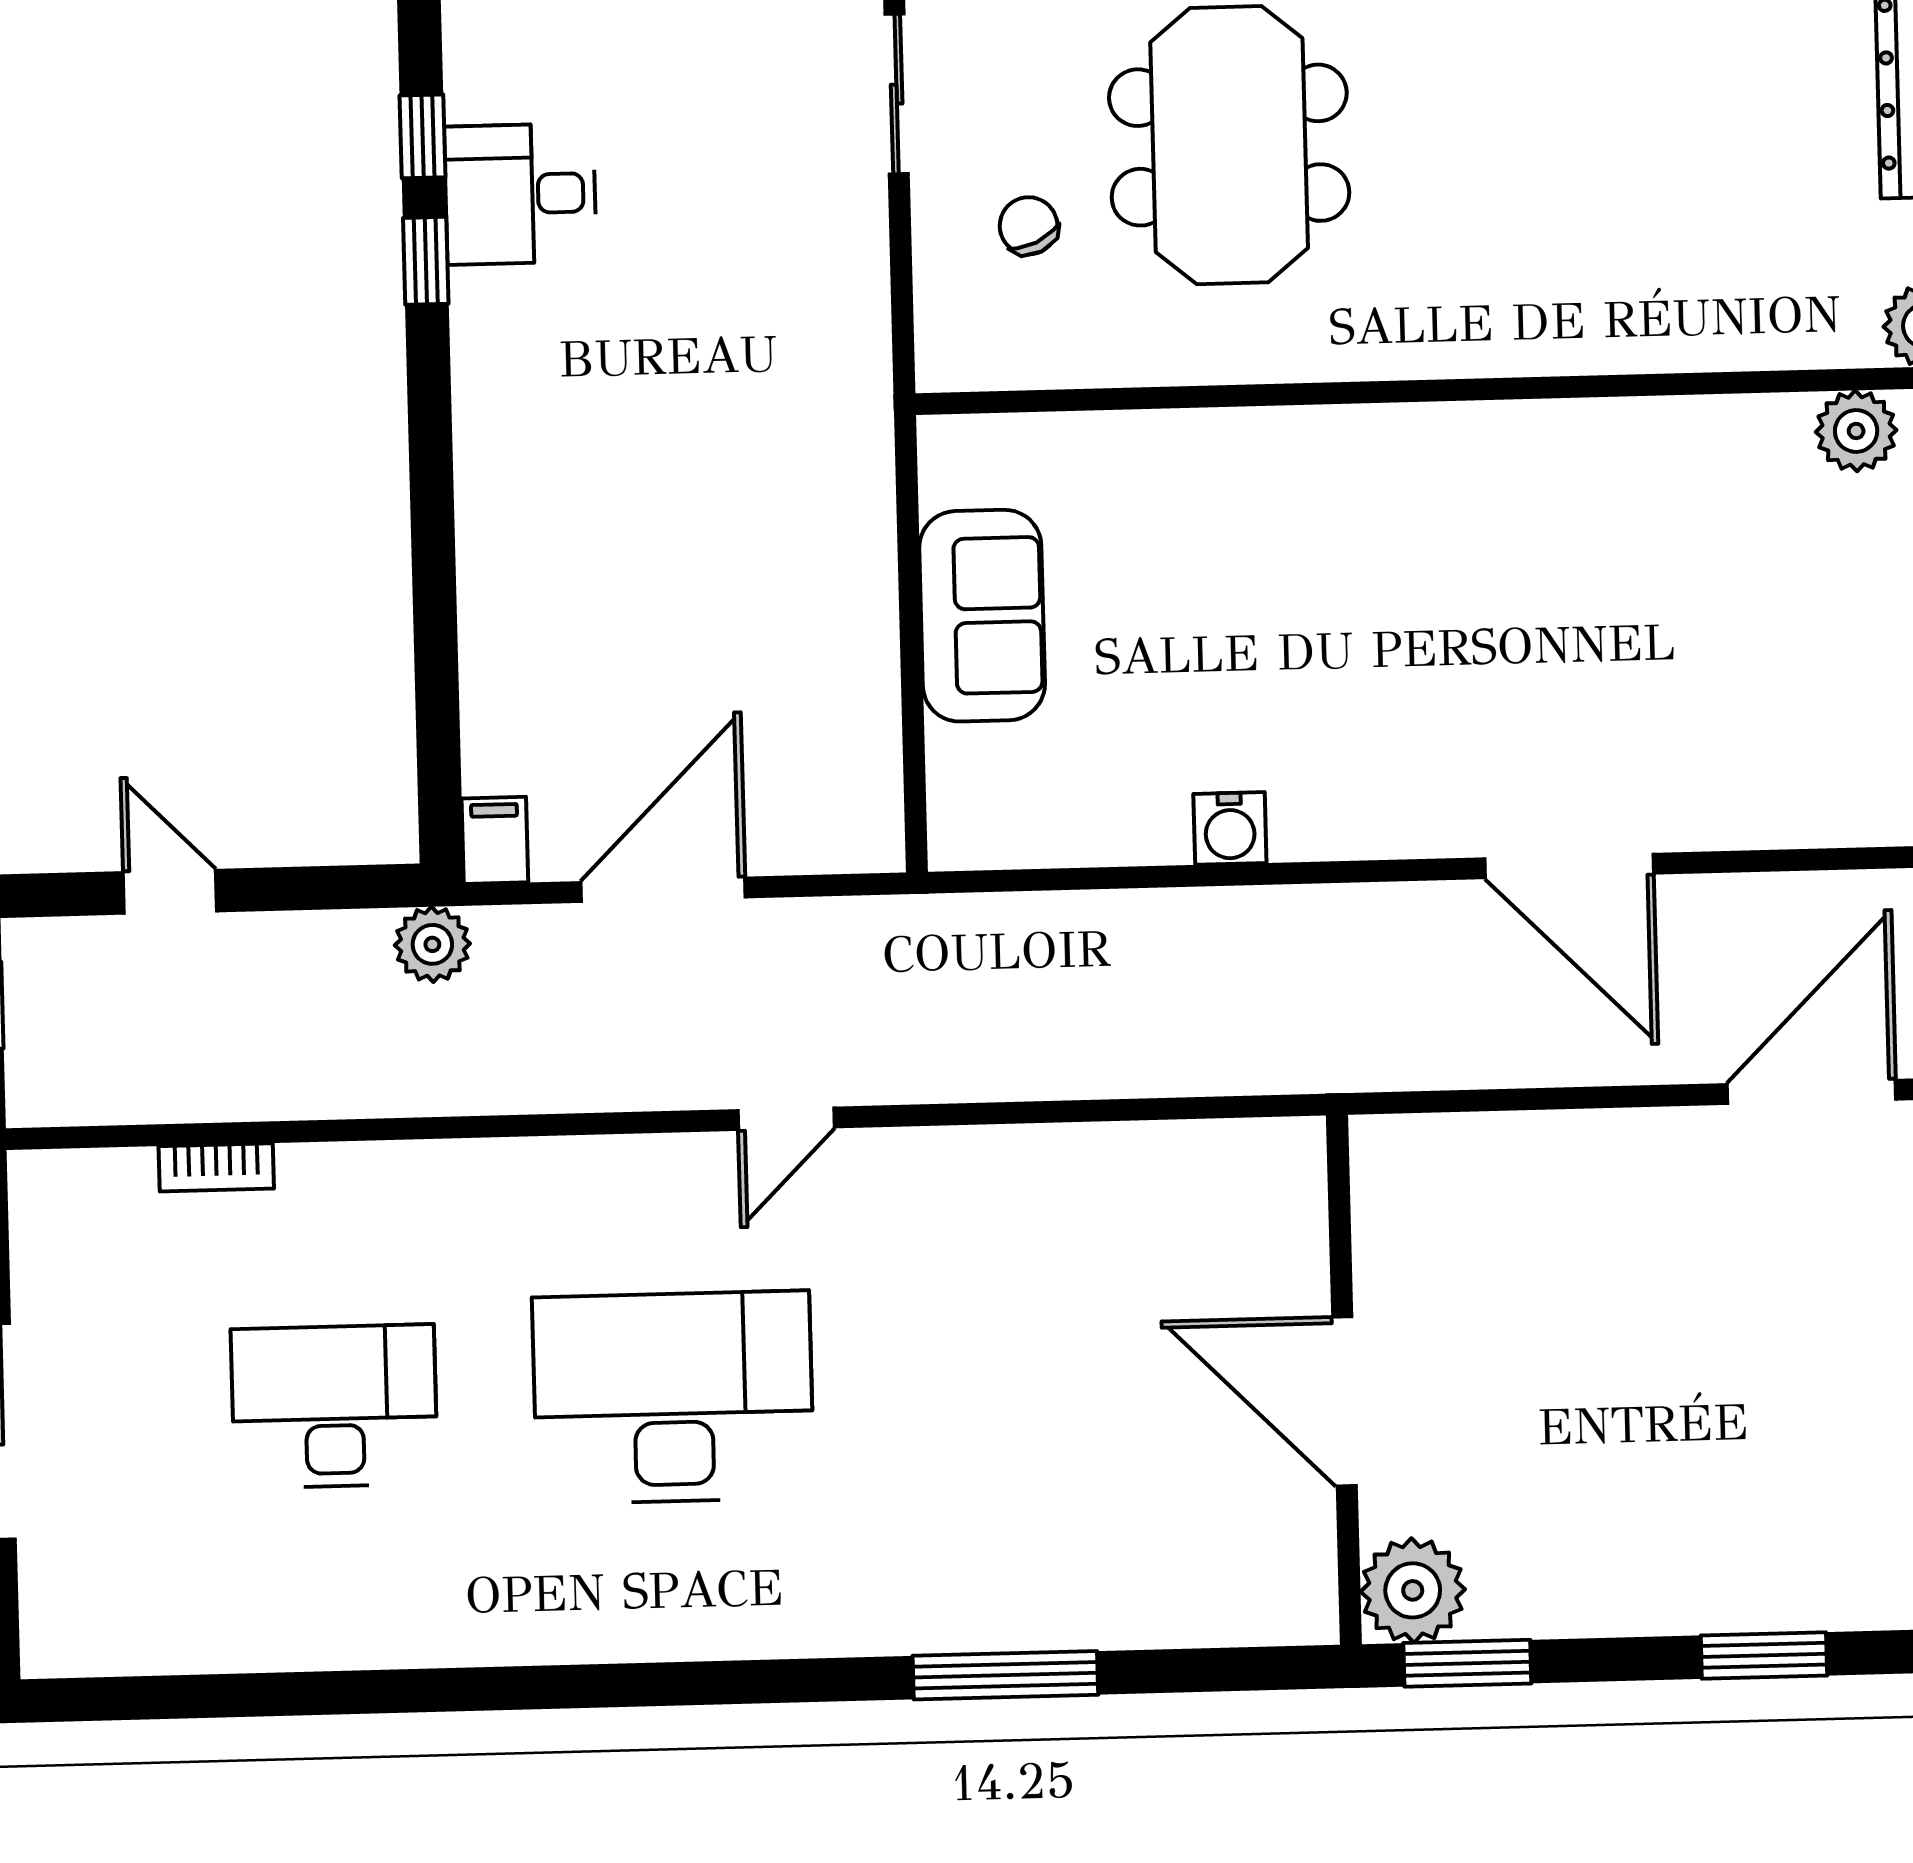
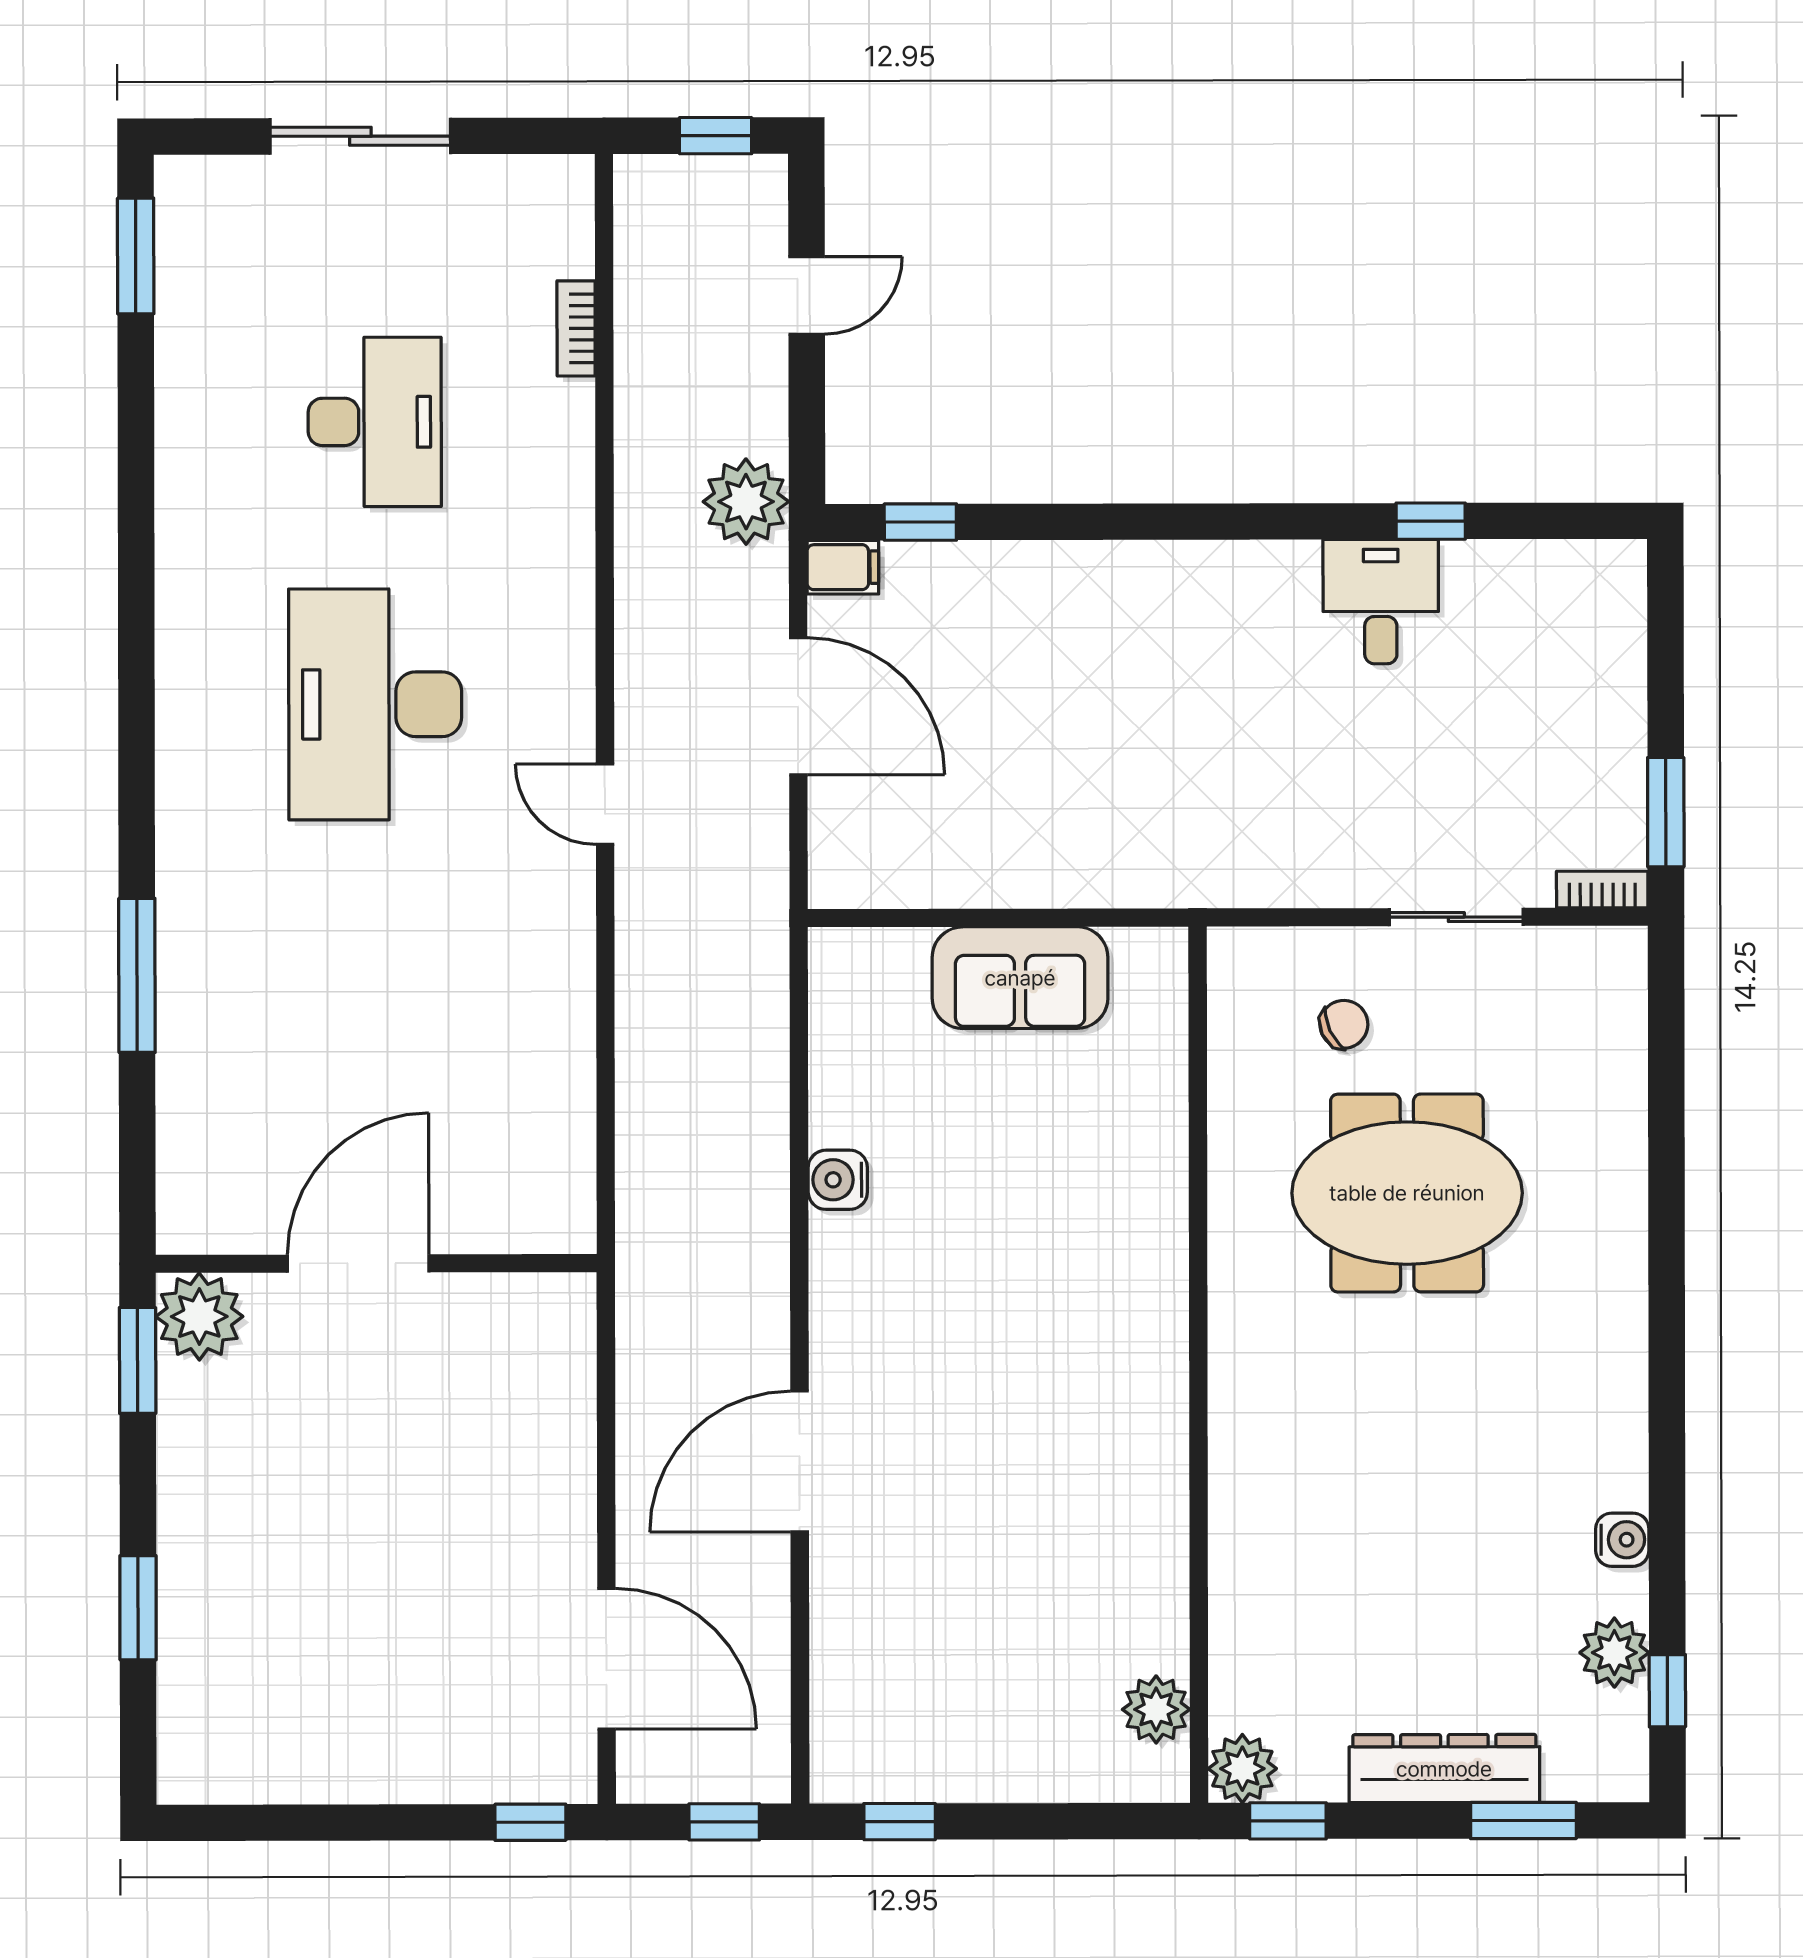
window: (426, 261) -> (920, 522), moved
plant: (432, 944) -> (746, 502), width x1.36, depth x1.36
desk: (673, 1397) -> (375, 704), turned 180
window: (142, 1698) -> (136, 256), added

